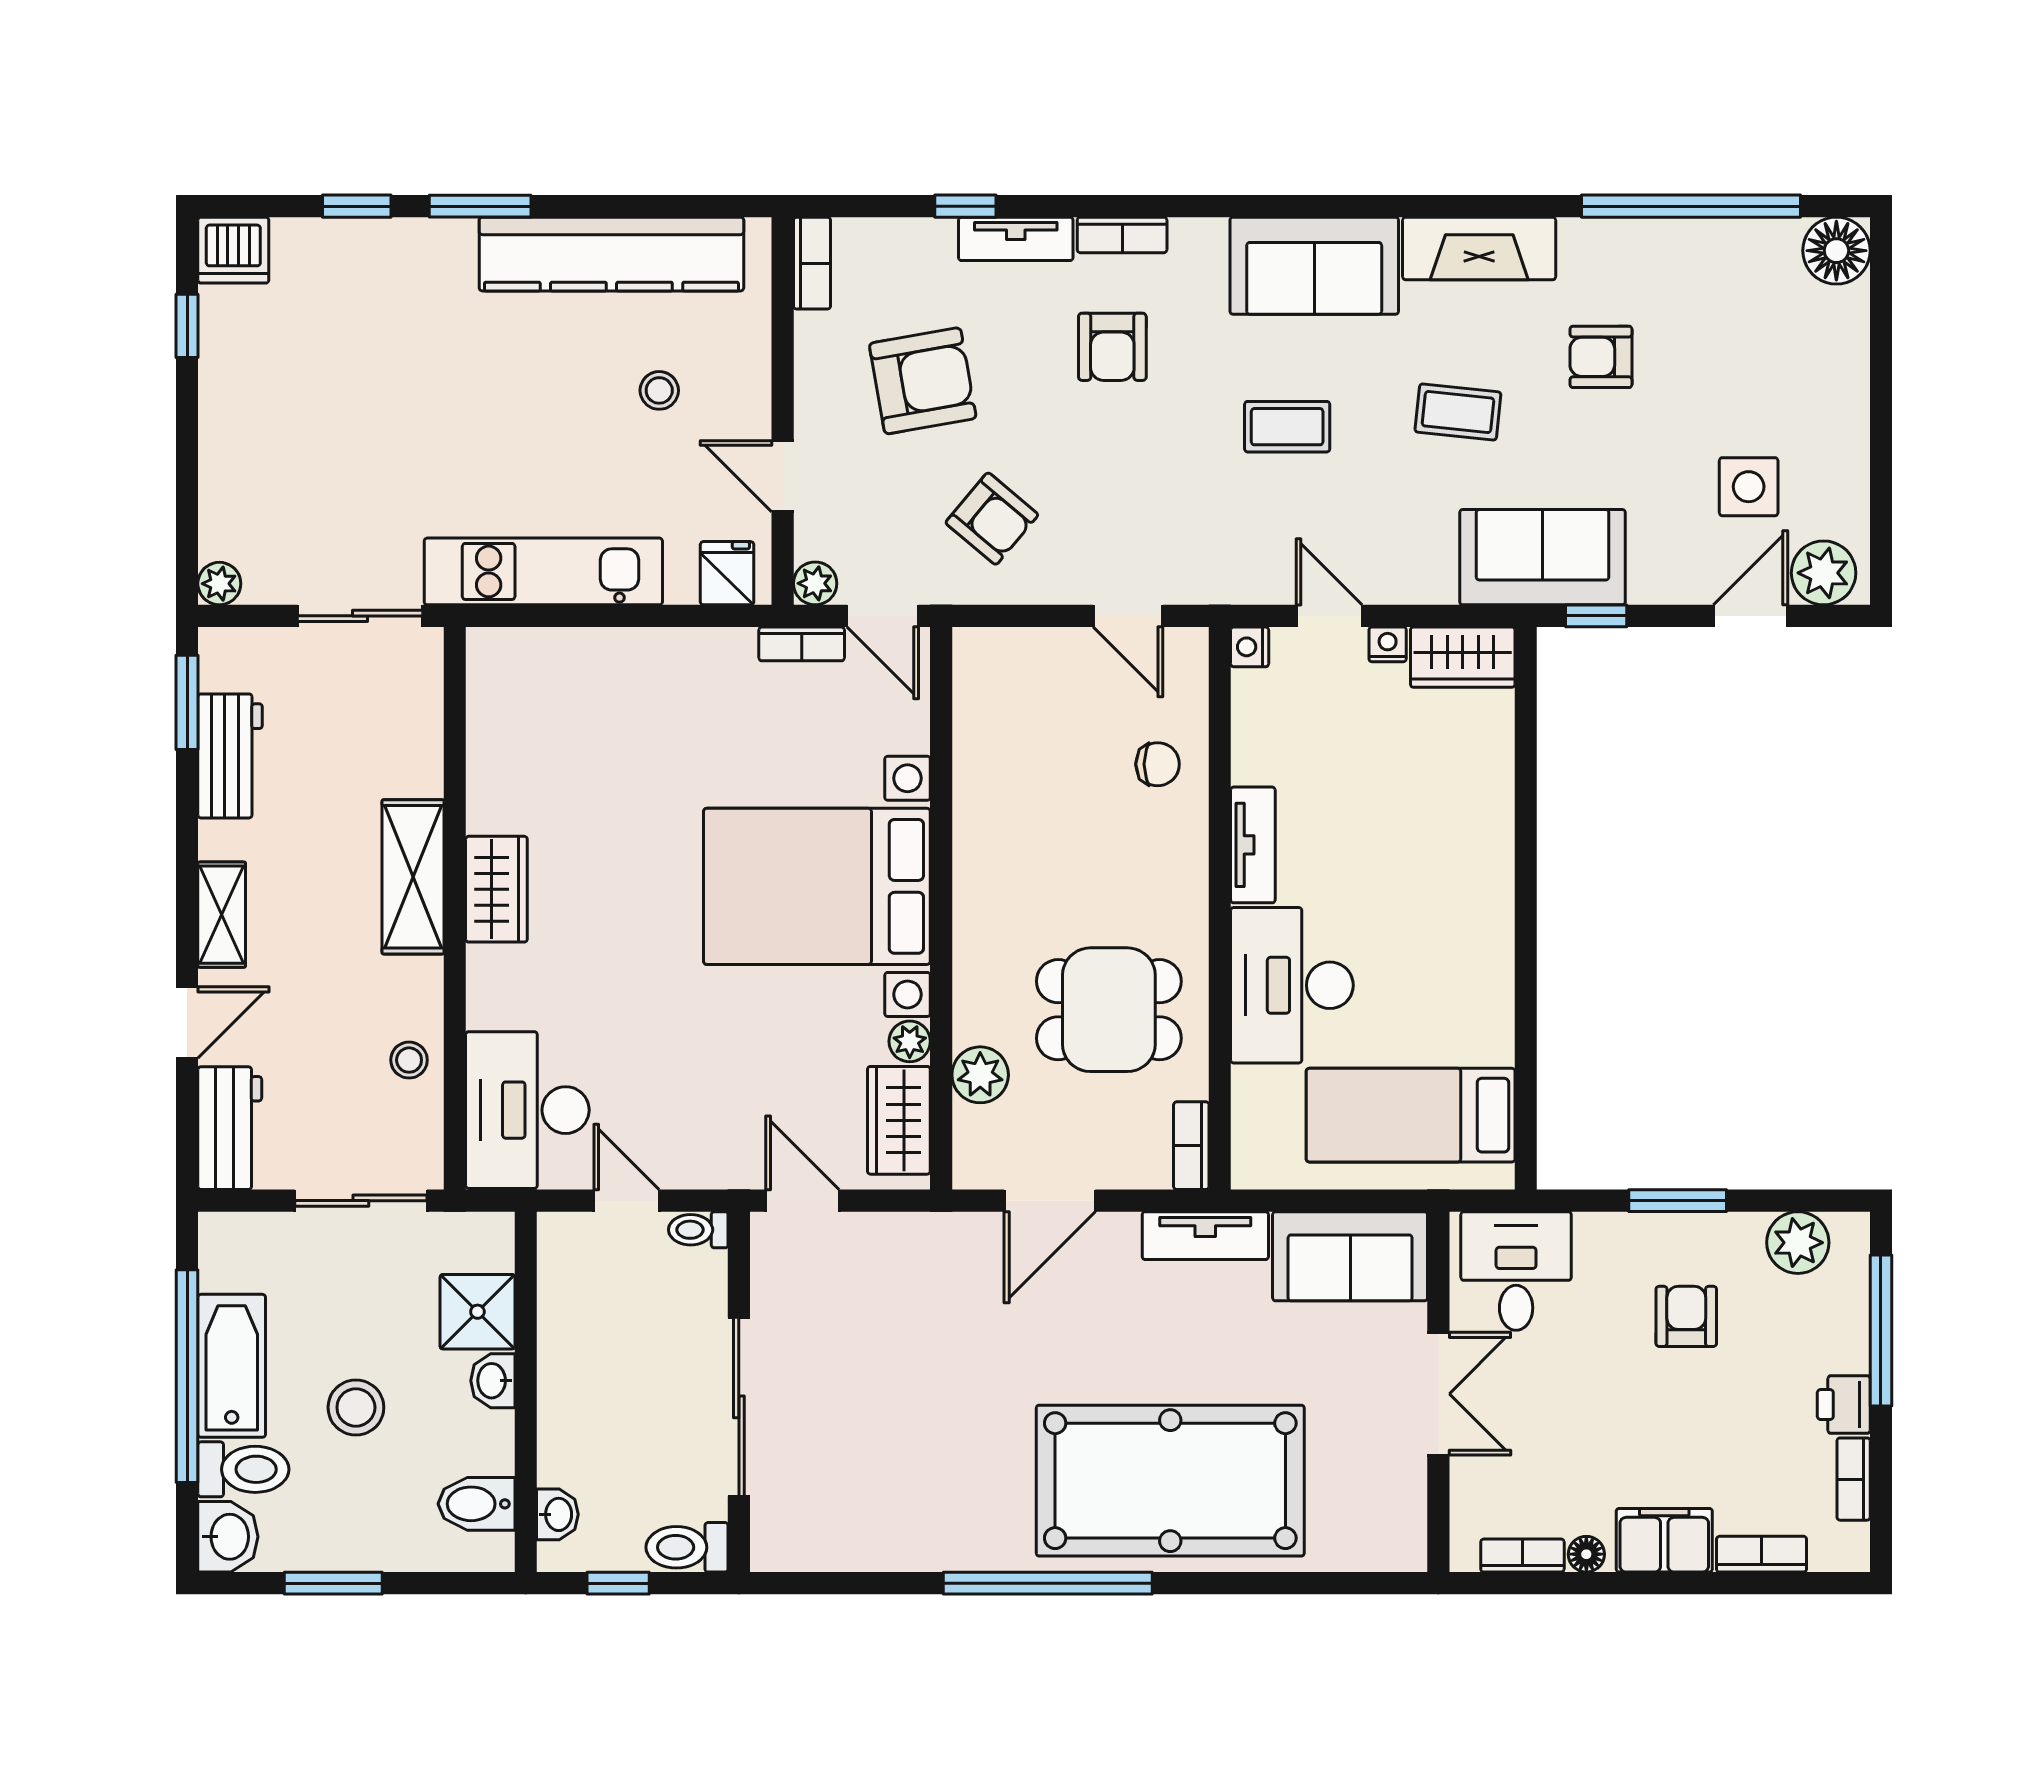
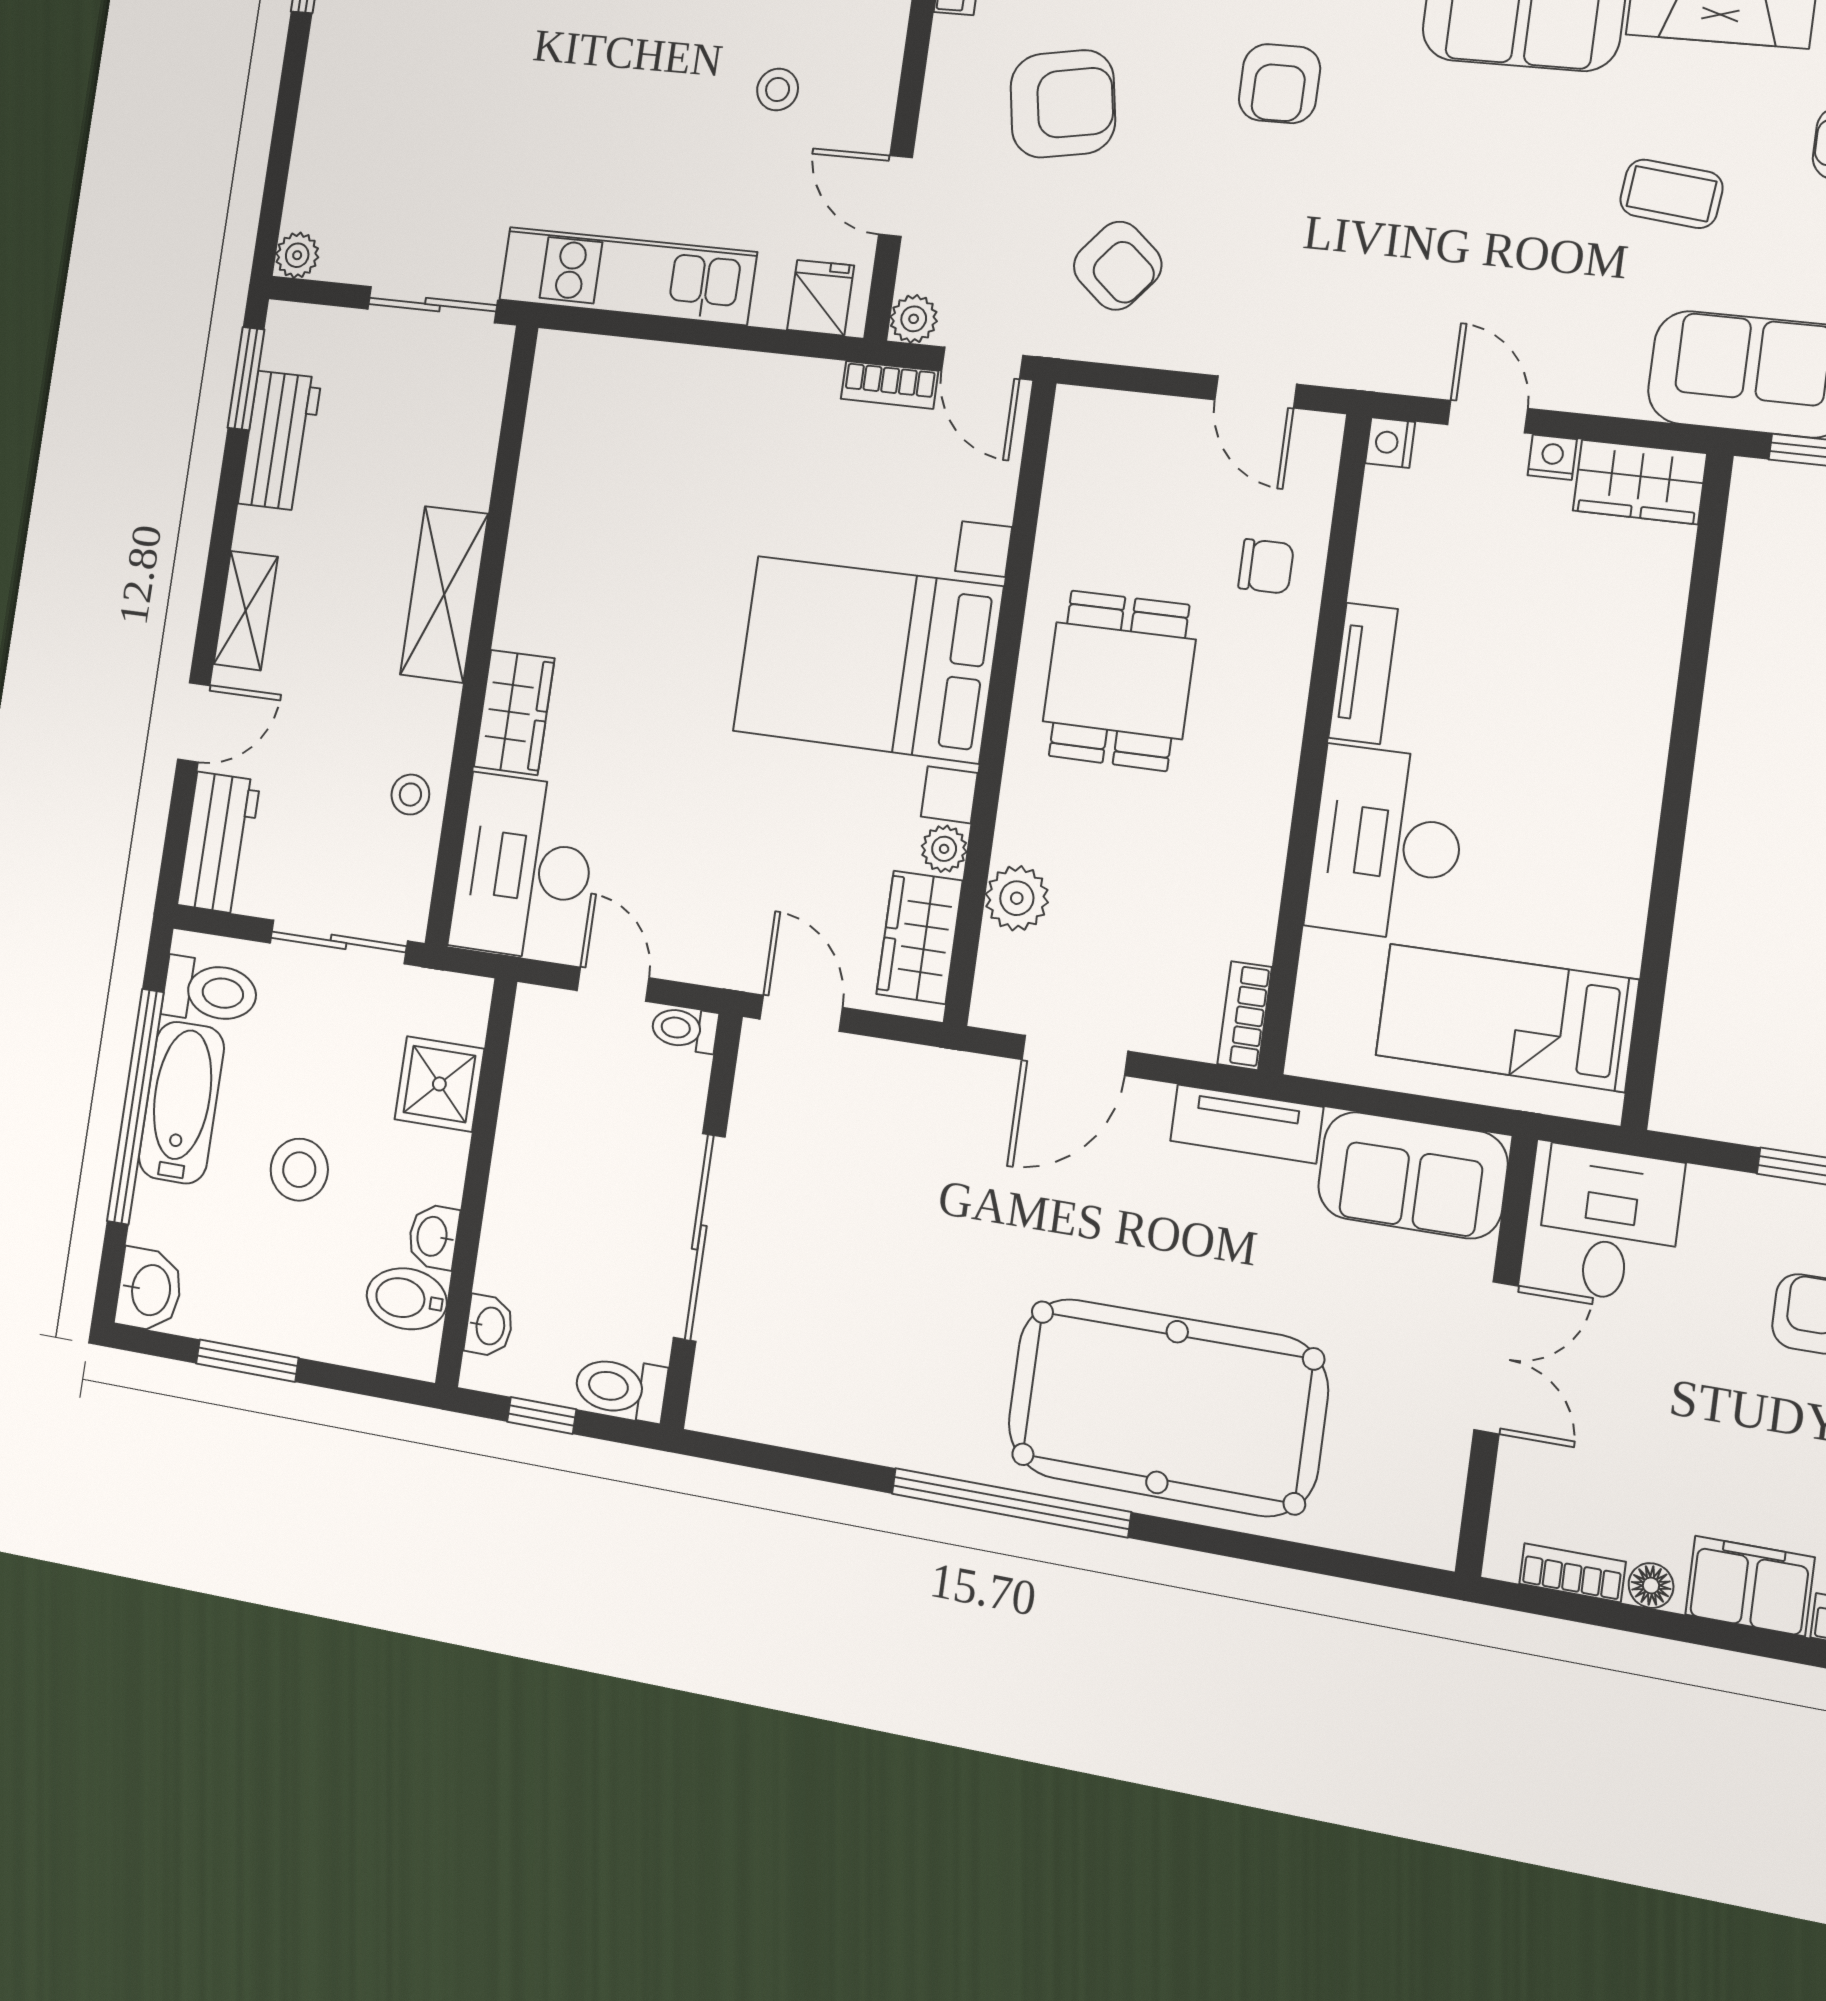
coffee table: (1287, 427) -> (1468, 193), removed
wardrobe: (496, 889) -> (514, 712), moved
dining table: (1109, 1010) -> (1119, 681), moved, turned 90
washbasin: (493, 1381) -> (433, 1237), moved
toilet: (243, 1469) -> (210, 991), moved

